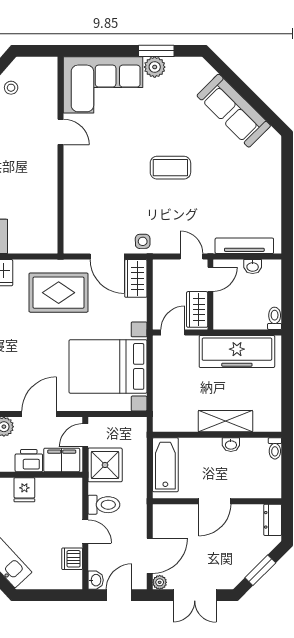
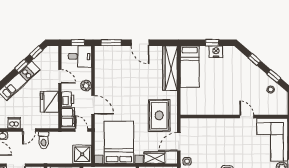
door: (61, 132) -> (247, 117), swing flipped
wardrobe: (136, 278) -> (154, 158), moved
shower: (105, 465) -> (82, 154), moved
fridge: (24, 490) -> (49, 102), width x1.88, depth x1.34

